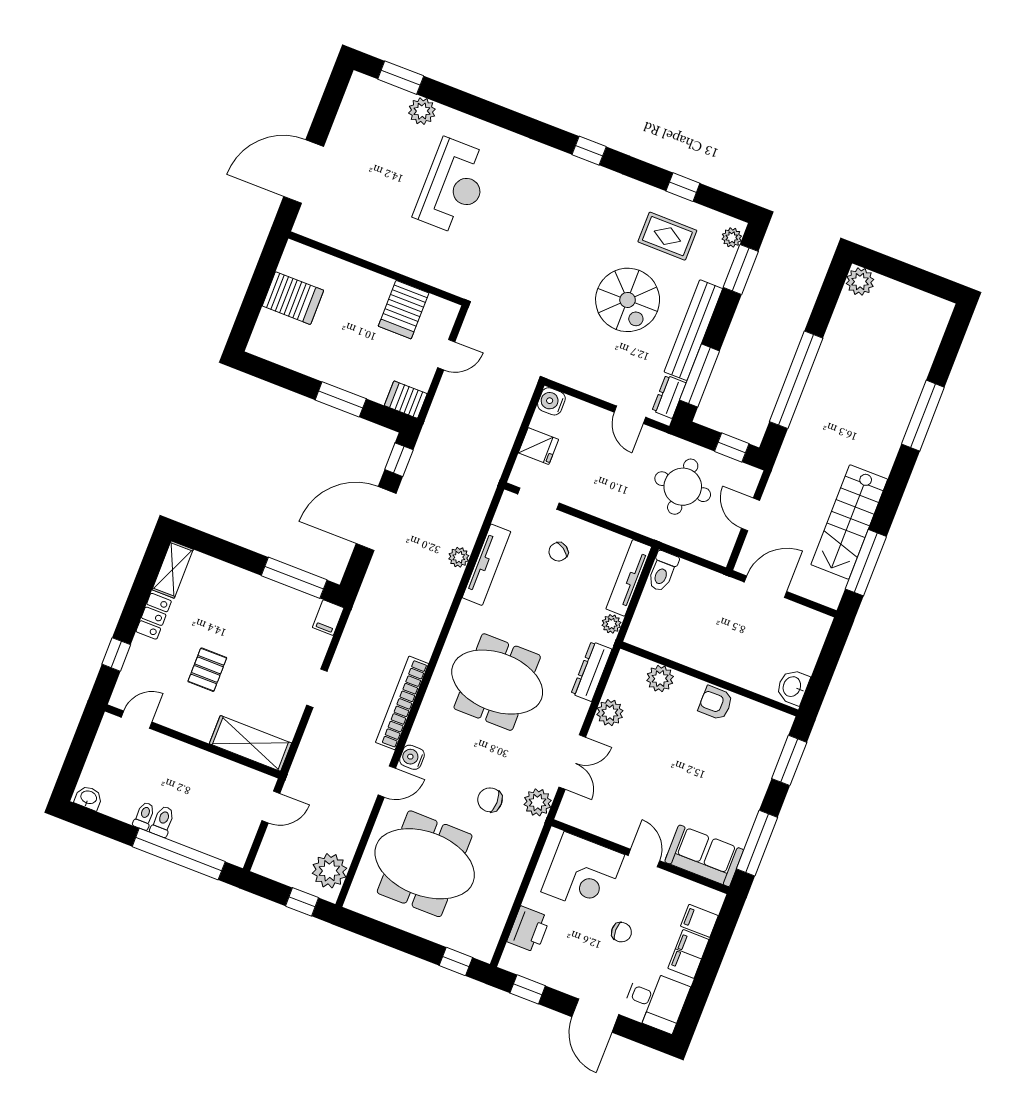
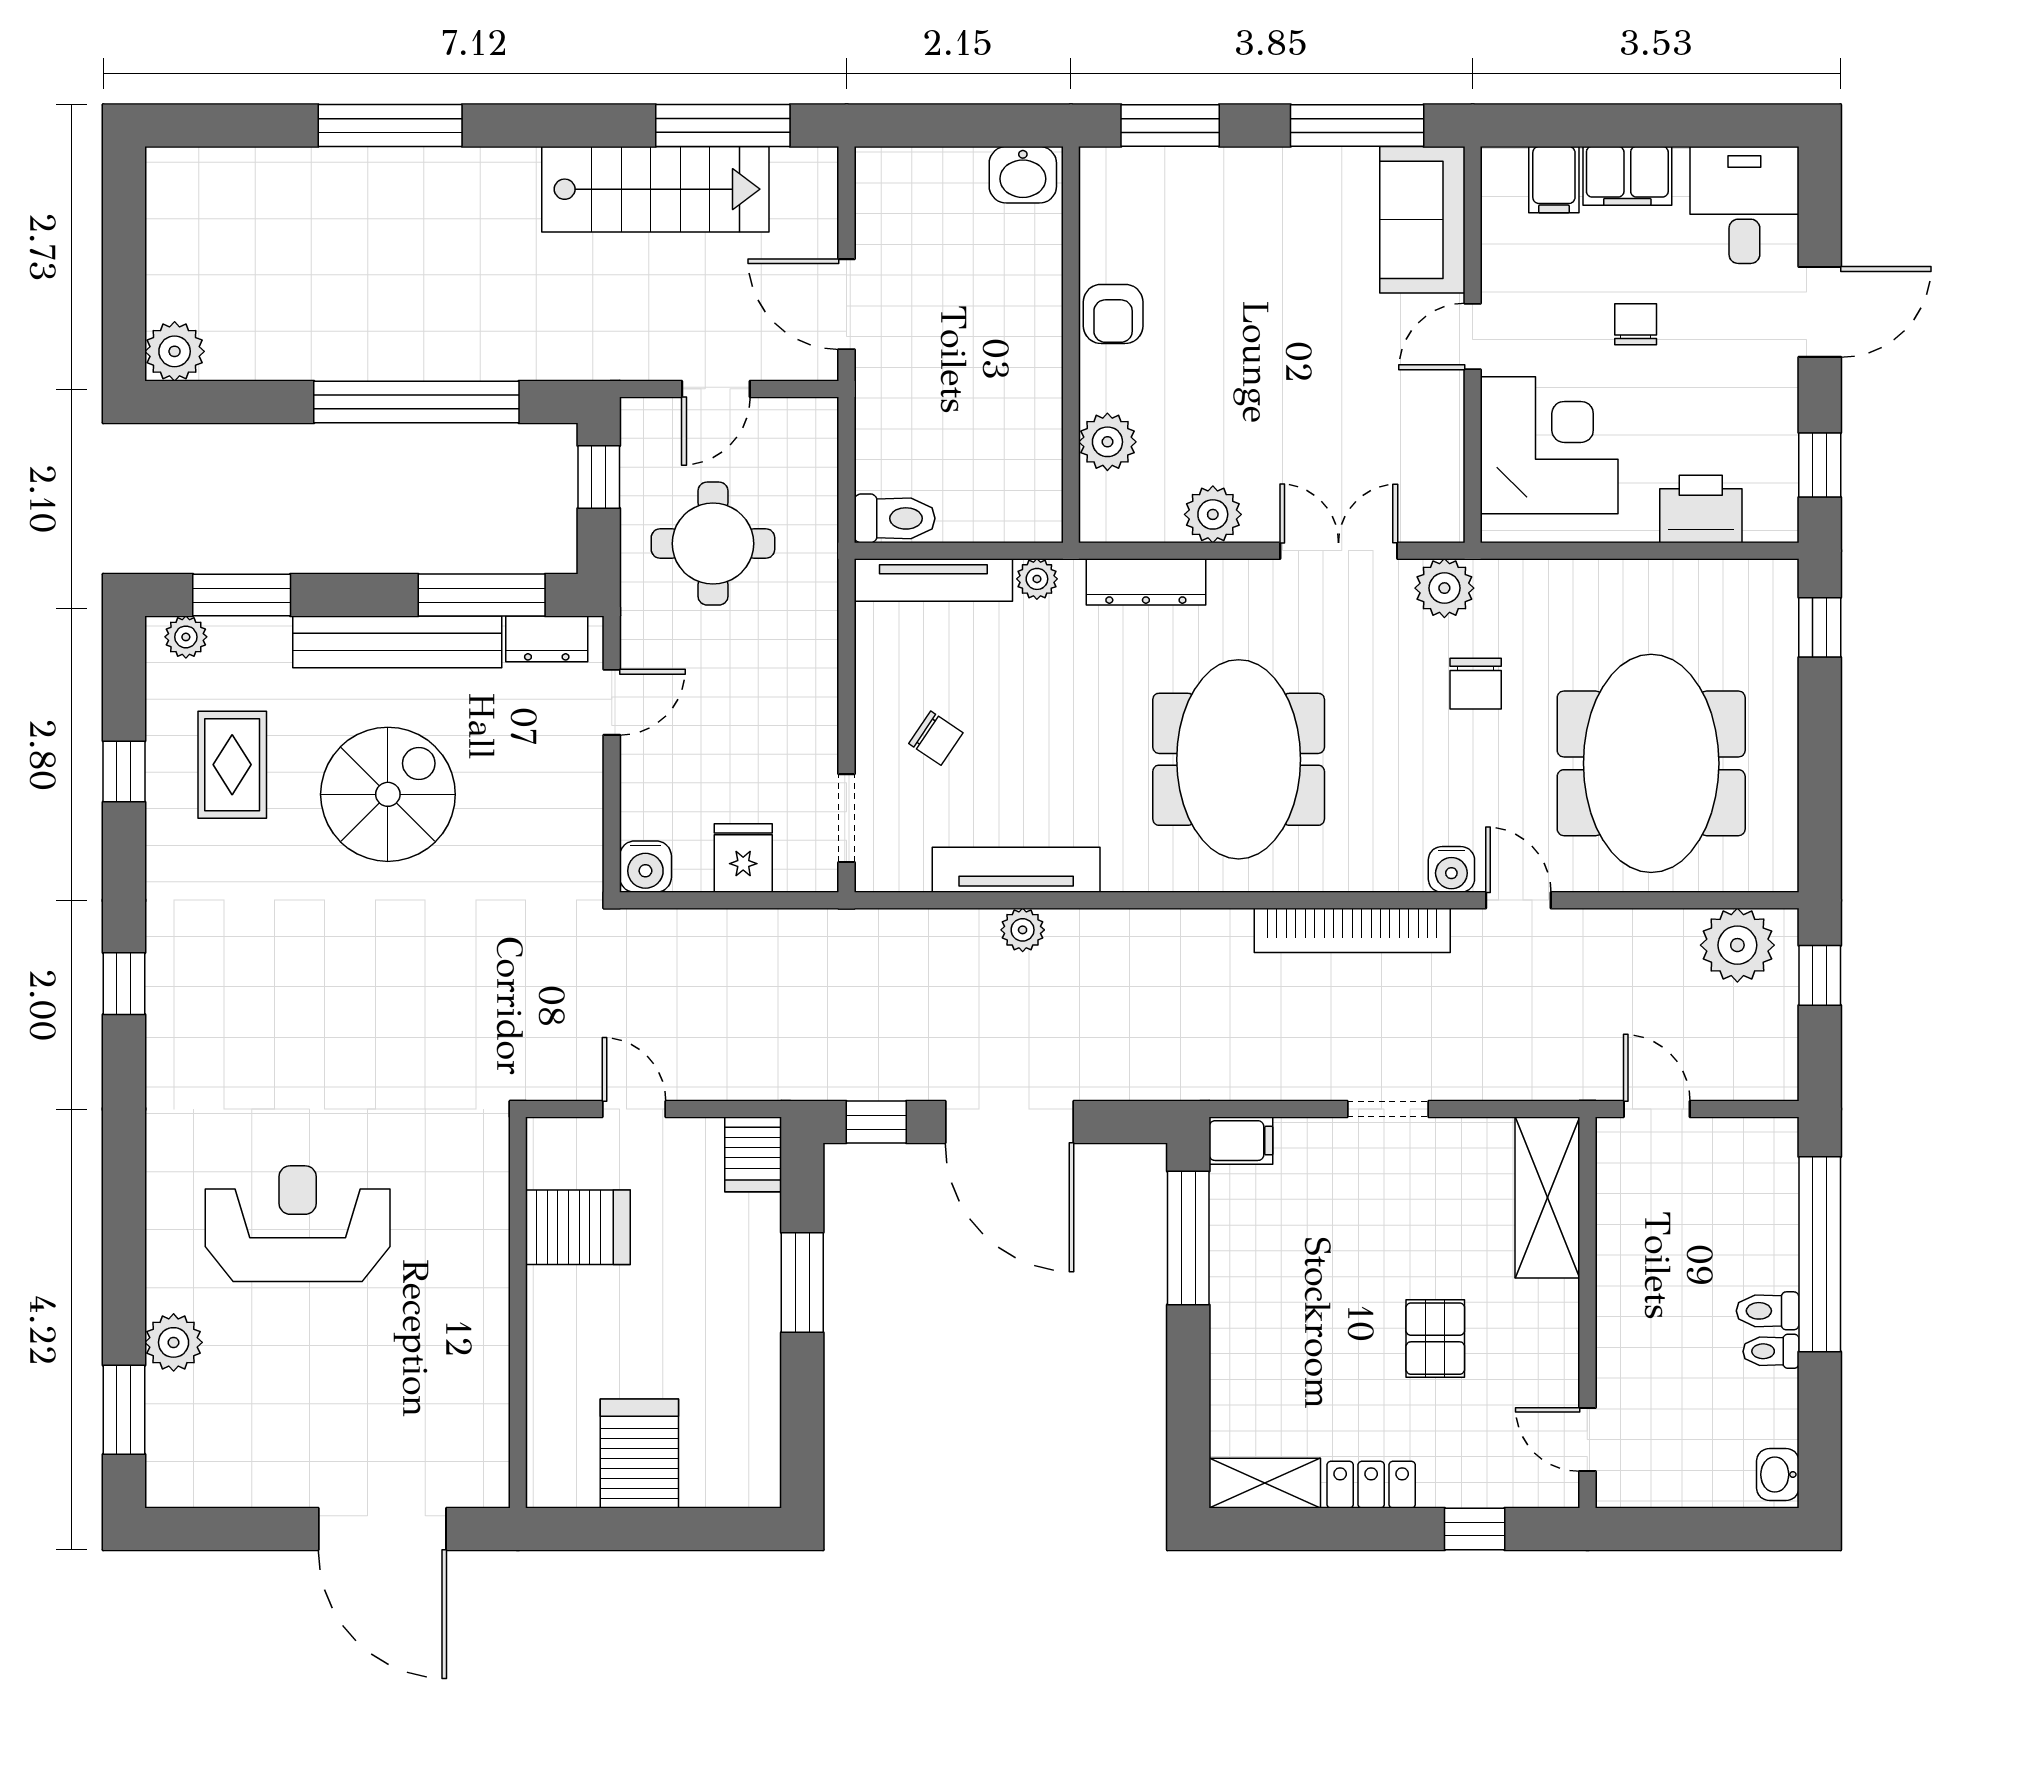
pallet: (207, 670) -> (1435, 1339), turned 90

